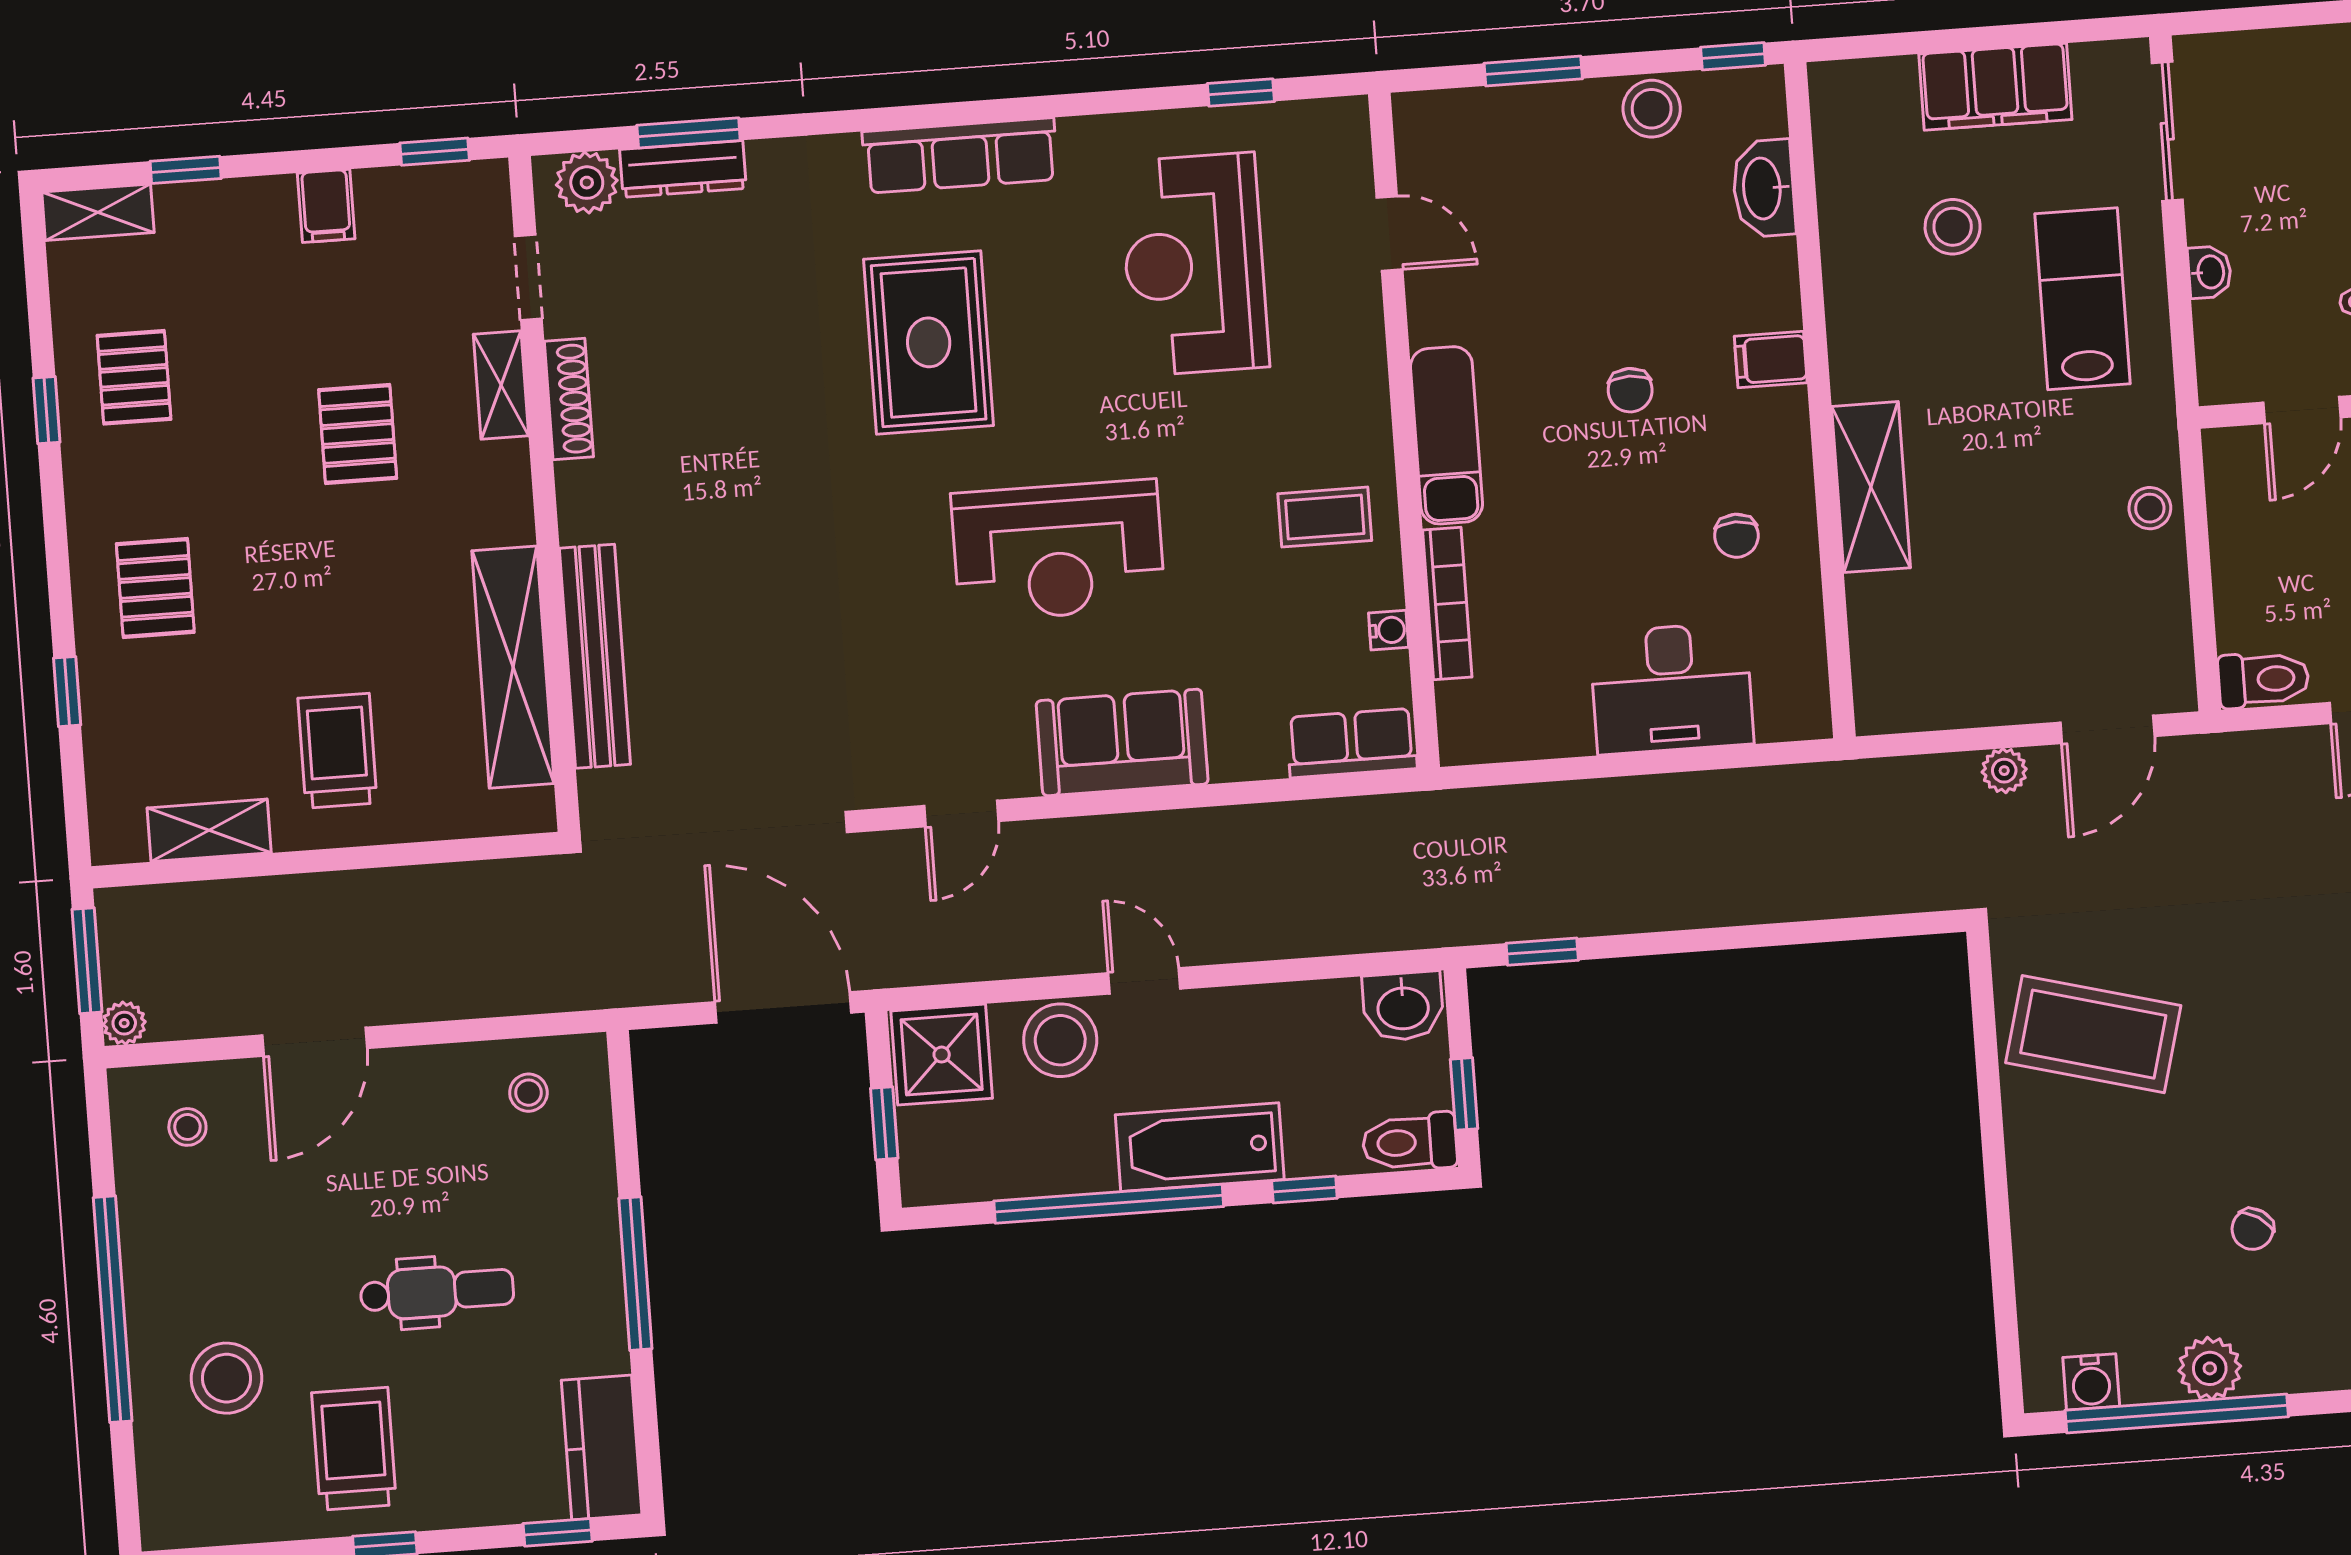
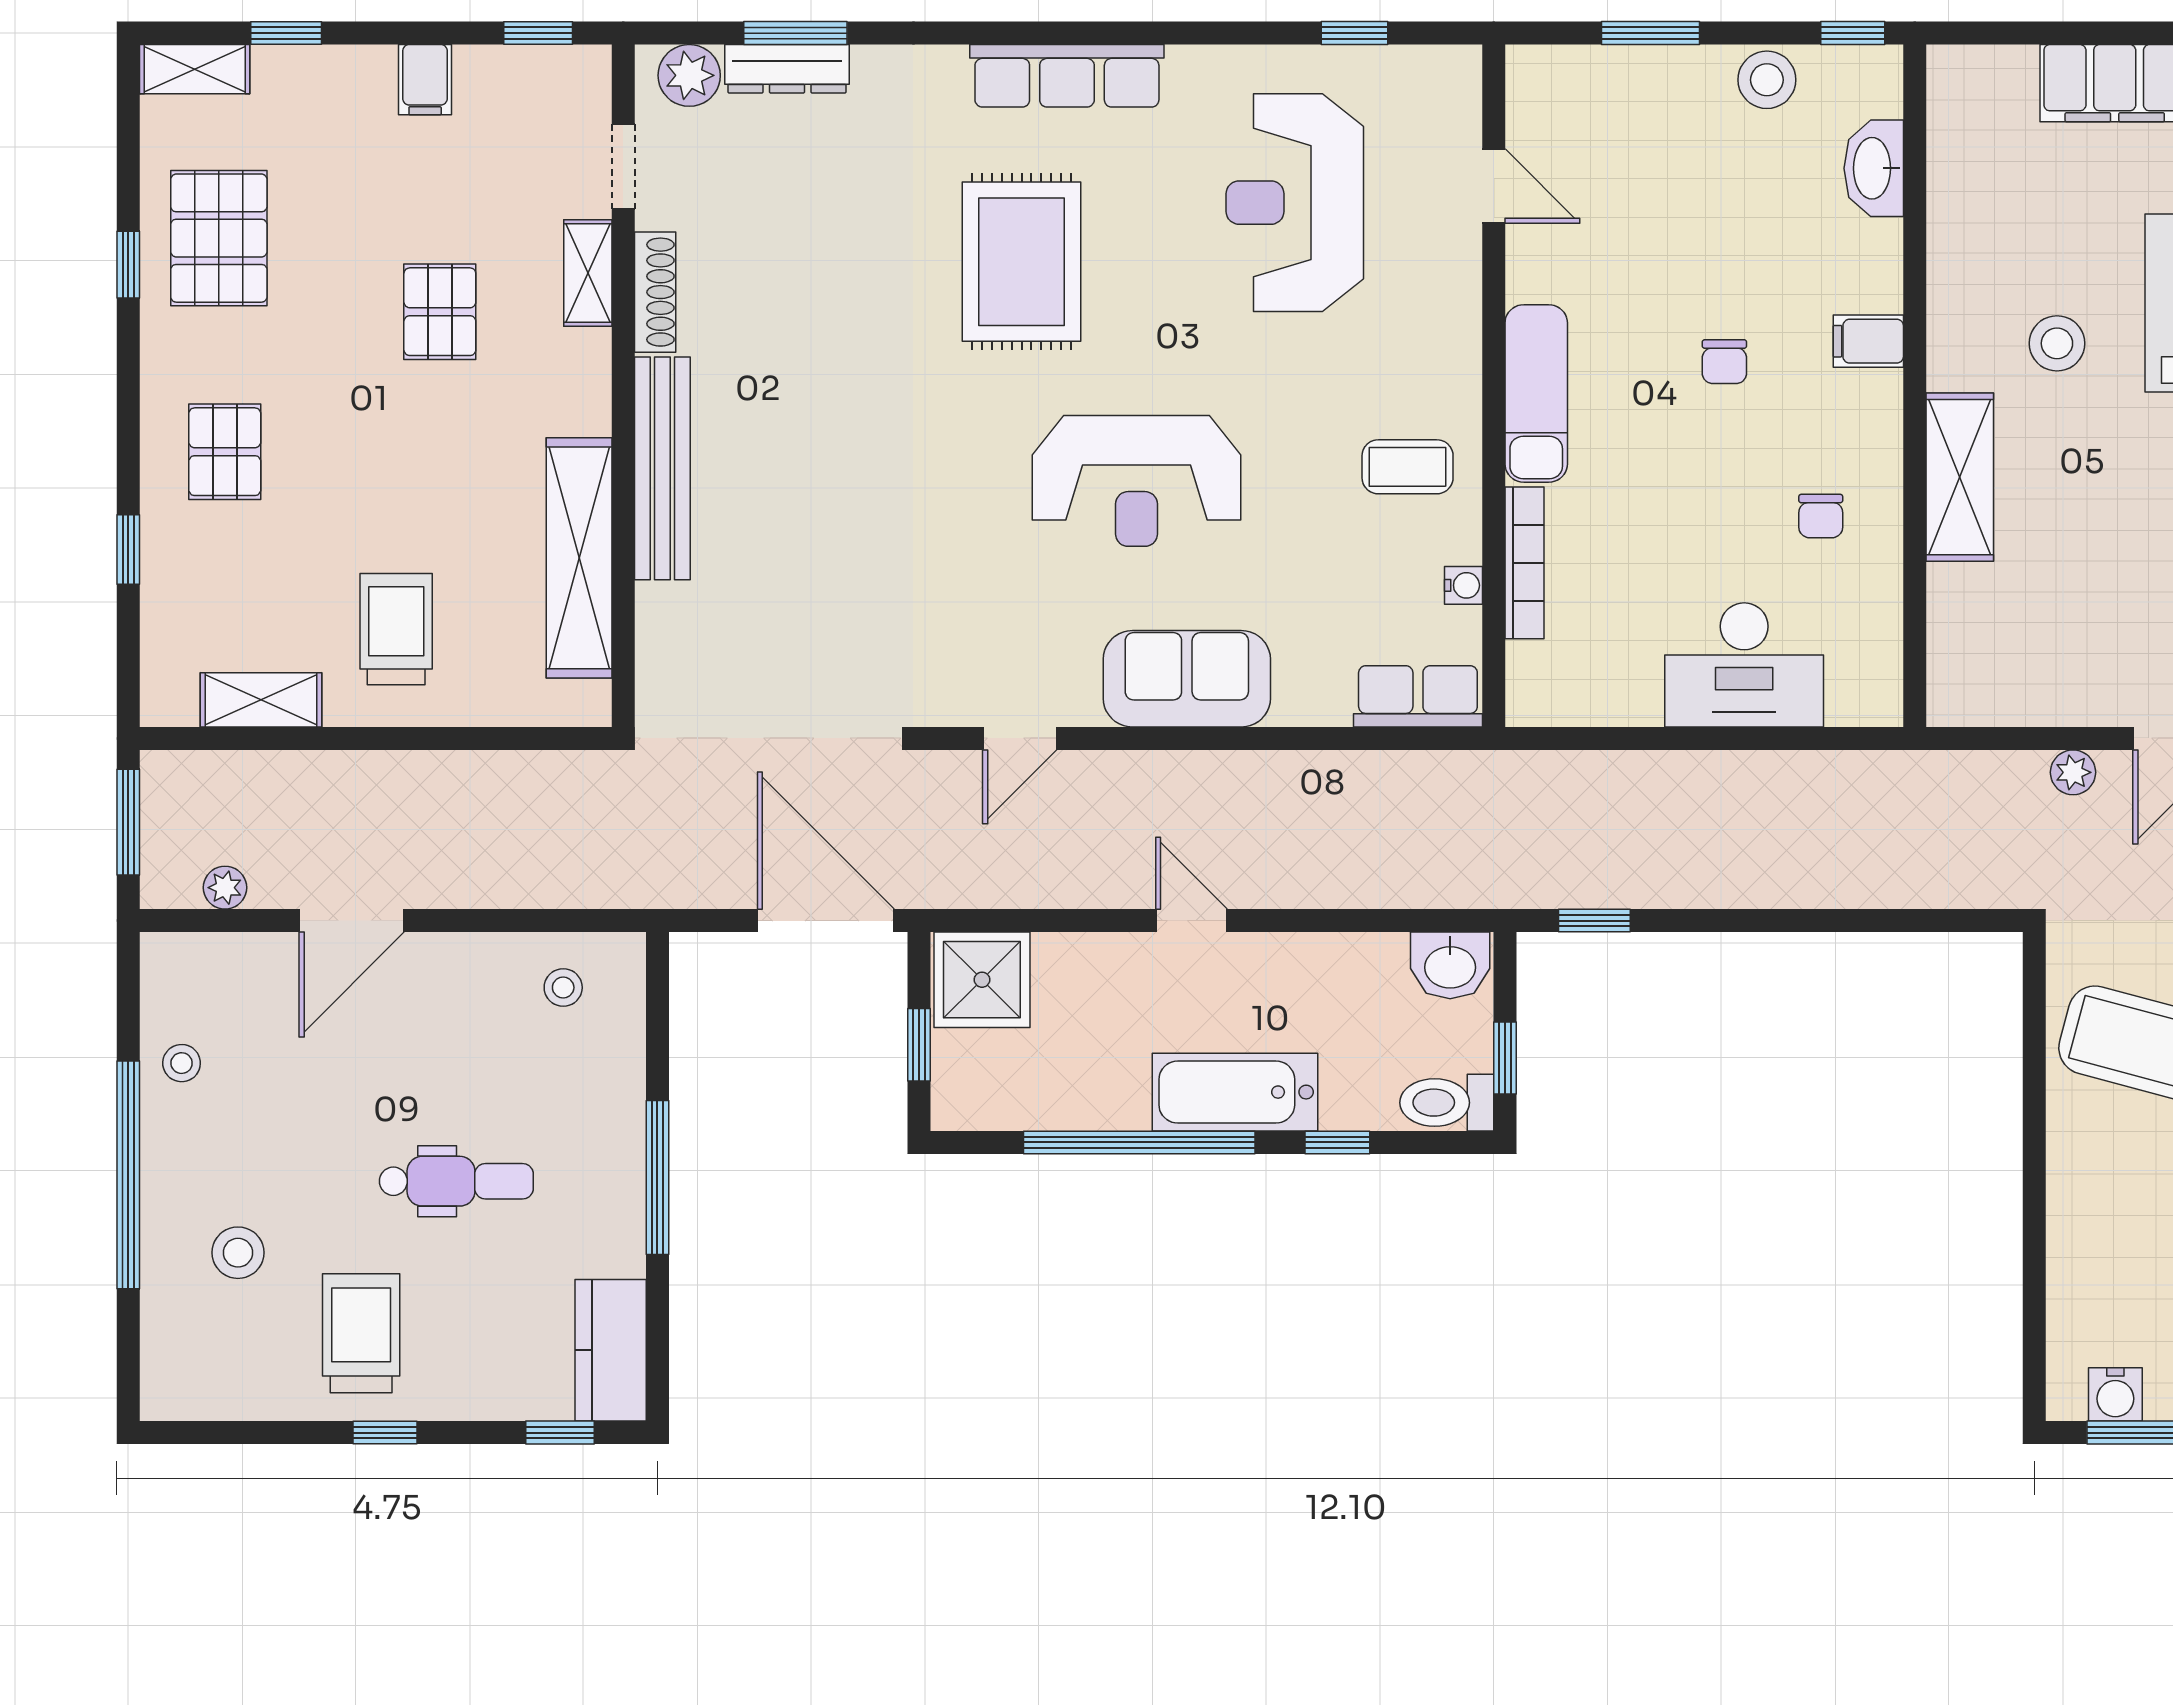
stool: (1953, 227) -> (2057, 343), moved
pallet: (134, 377) -> (219, 238), width x1.50, depth x1.42
bench: (595, 656) -> (662, 468), moved
plant: (124, 1023) -> (225, 888), moved
stool: (1060, 1040) -> (1102, 974), removed
stool: (187, 1127) -> (182, 1063), moved
stool: (227, 1378) -> (238, 1253), width x0.73, depth x0.73

